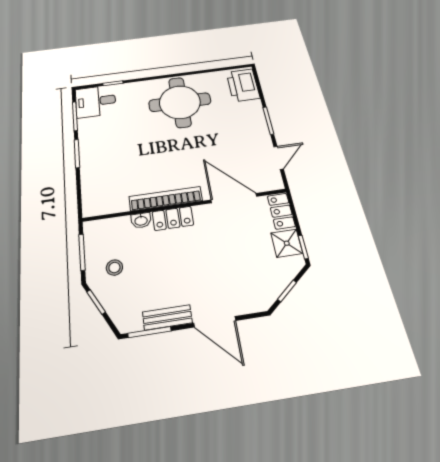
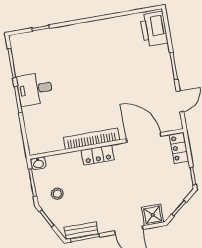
desk: (96, 101) -> (35, 89), moved
round table: (180, 102) -> (100, 48), removed
washbasin: (141, 220) -> (38, 163), moved
shower: (287, 243) -> (153, 215), moved
bench: (167, 317) -> (81, 231), moved

